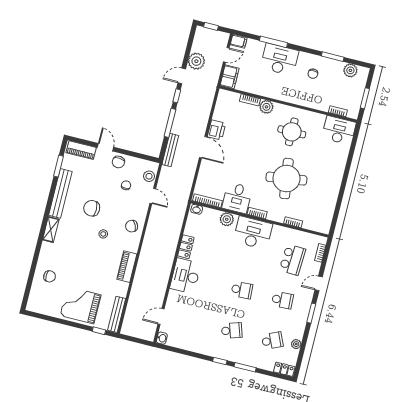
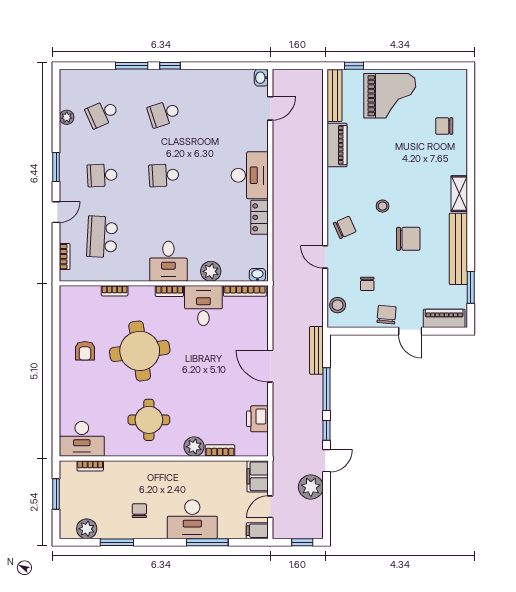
printer: (216, 130) -> (257, 419), moved
armchair: (322, 188) -> (85, 351), added
door: (153, 196) -> (325, 257), moved
desk: (253, 233) -> (168, 261), width x0.73
piano: (127, 267) -> (337, 145), moved
locker: (284, 369) -> (75, 77), removed

